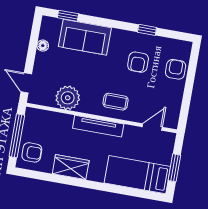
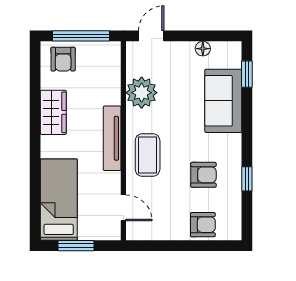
armchair: (138, 62) -> (203, 175), turned 180
coffee table: (116, 102) -> (148, 155), width x1.36, depth x1.30

